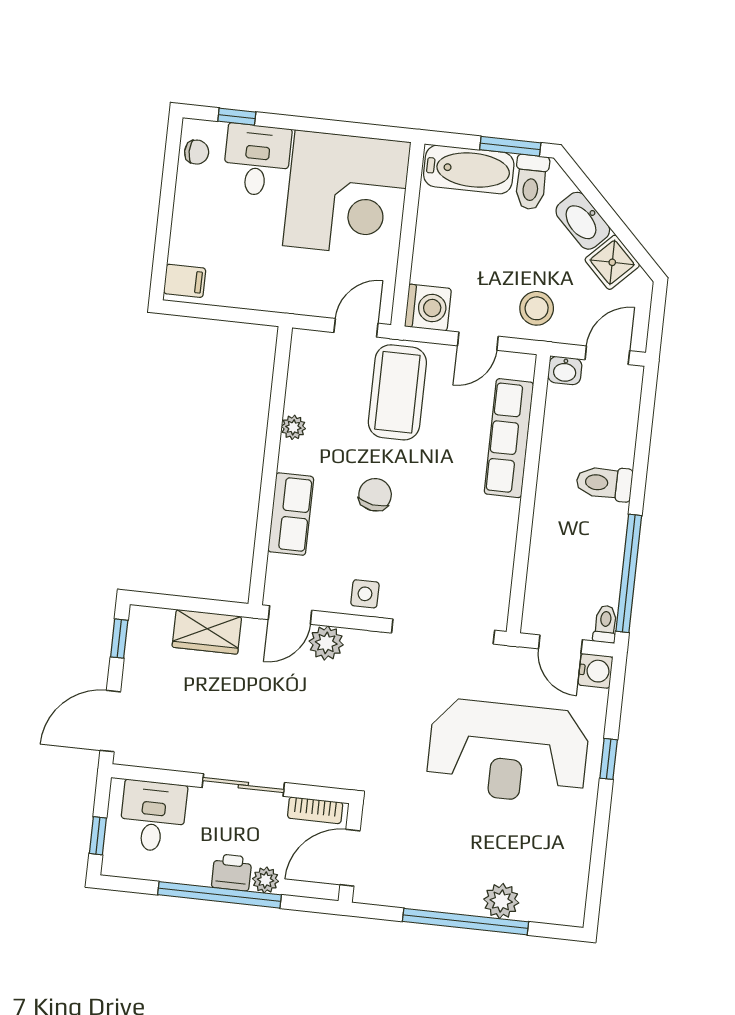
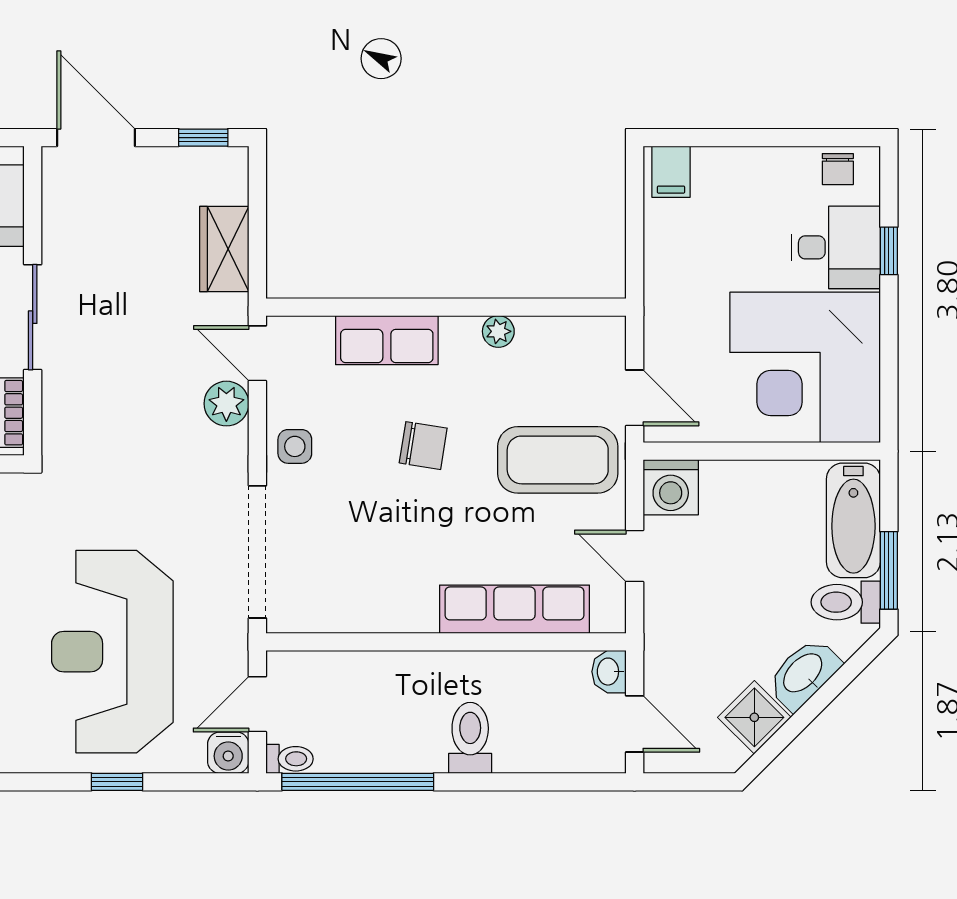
window: (237, 117) -> (889, 251), moved
stool: (537, 308) -> (685, 627), removed

